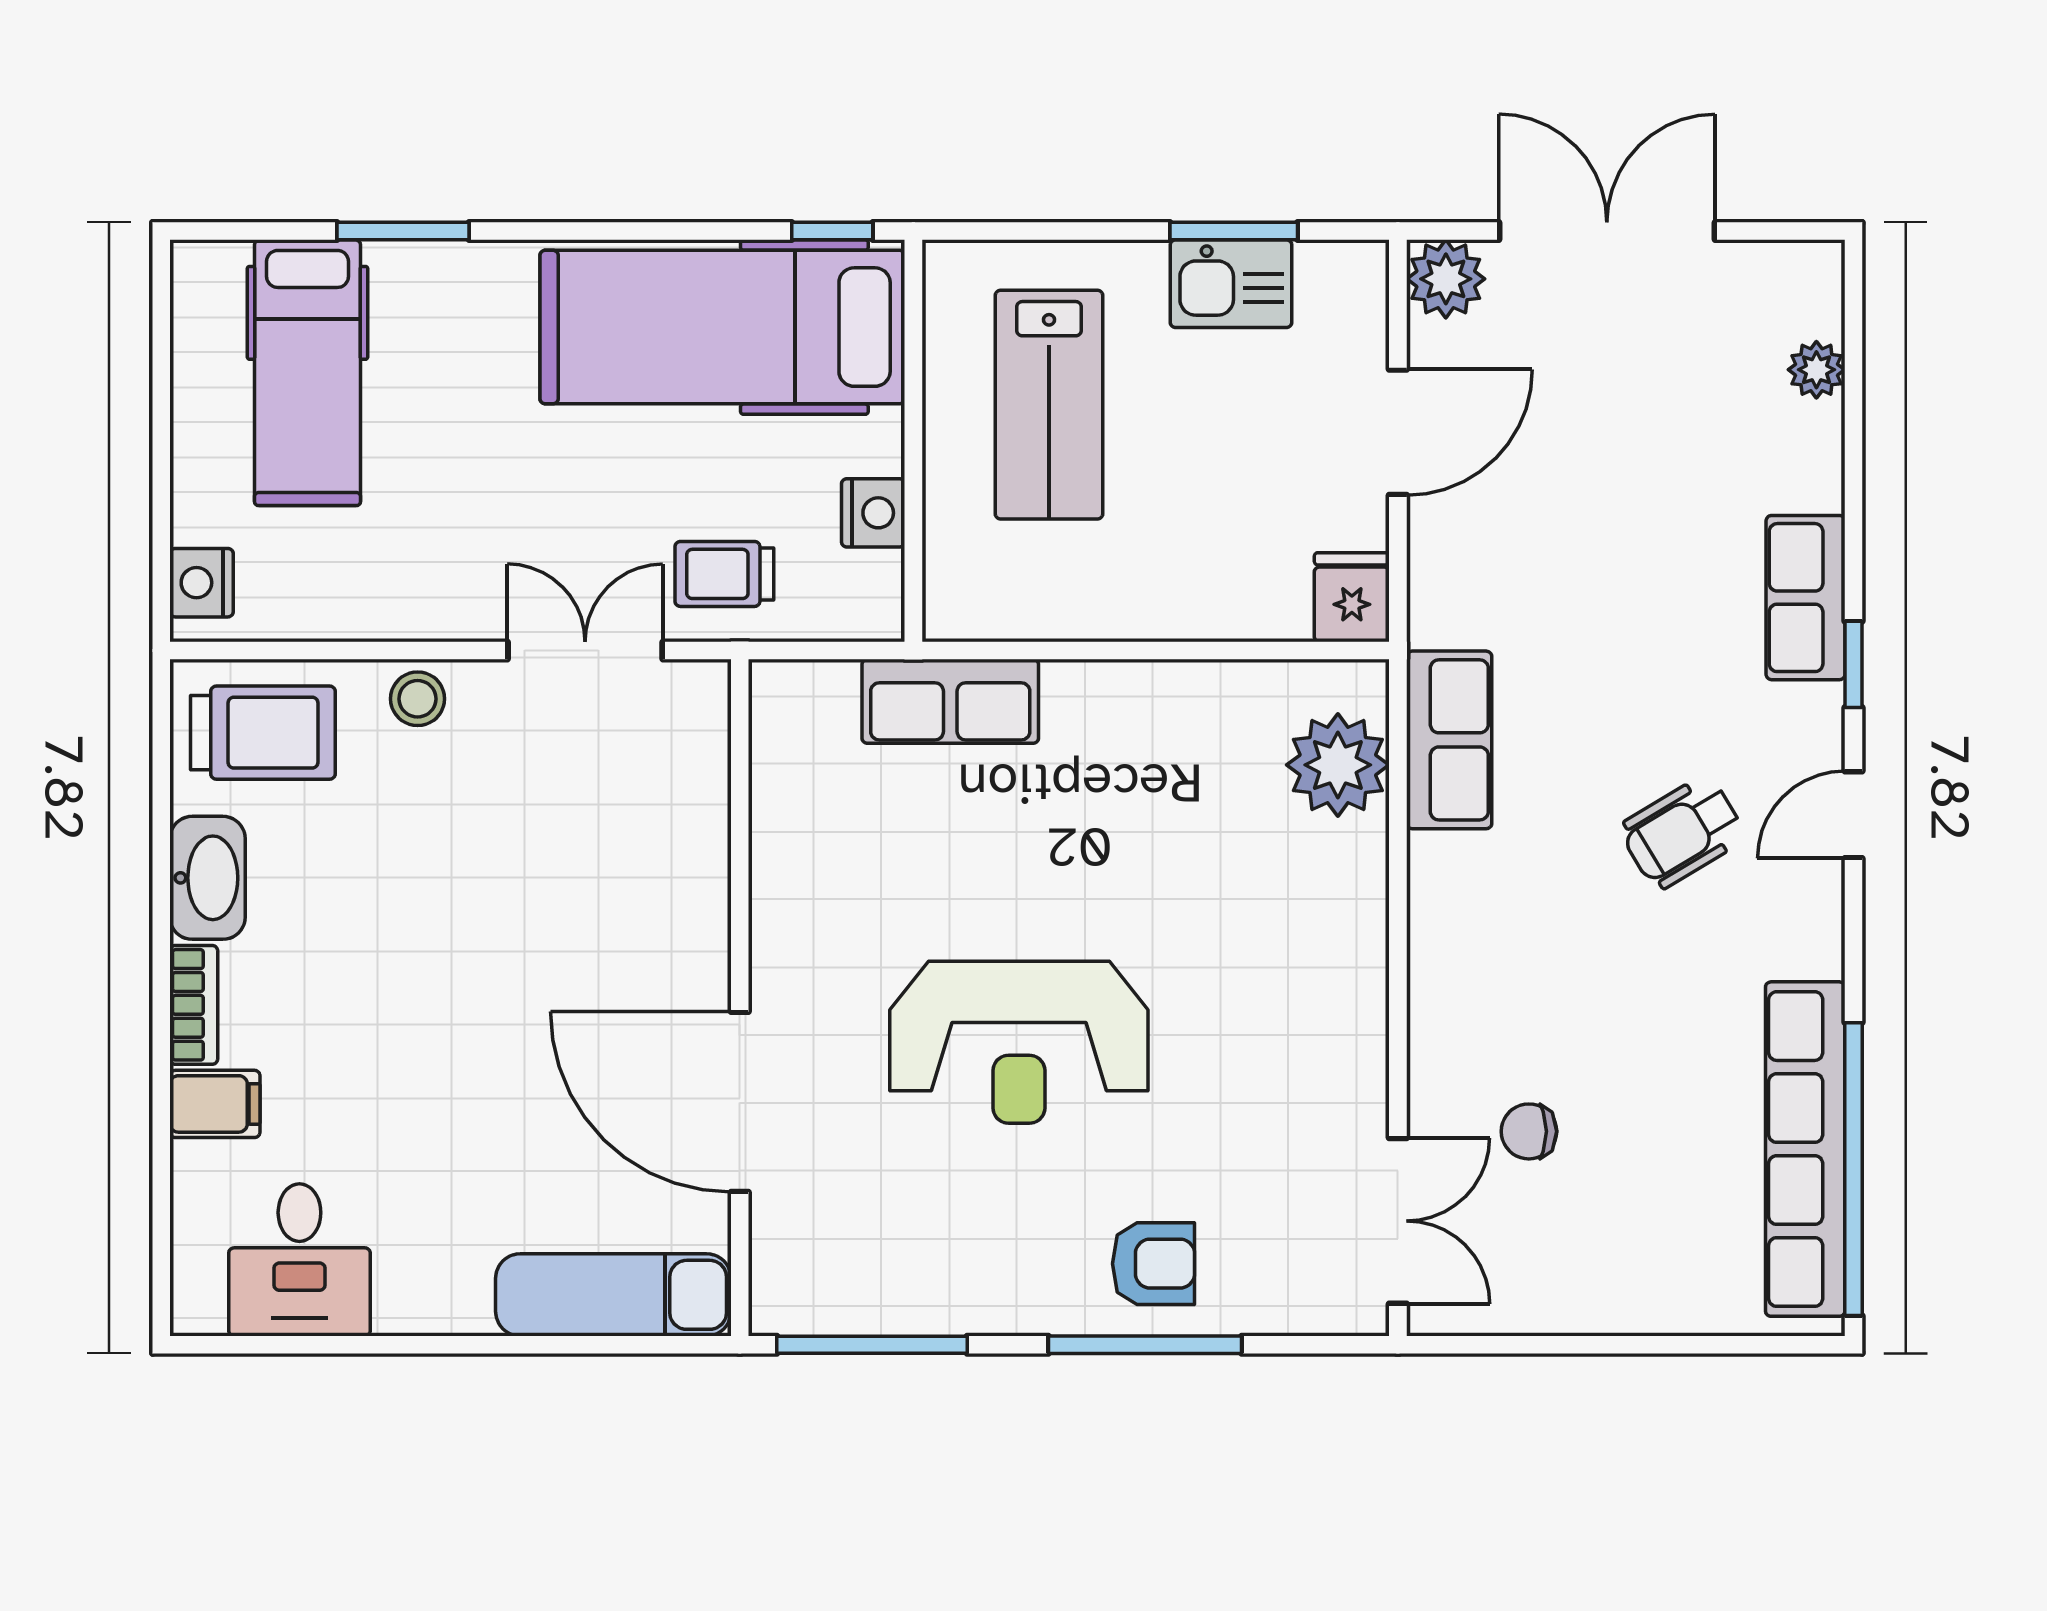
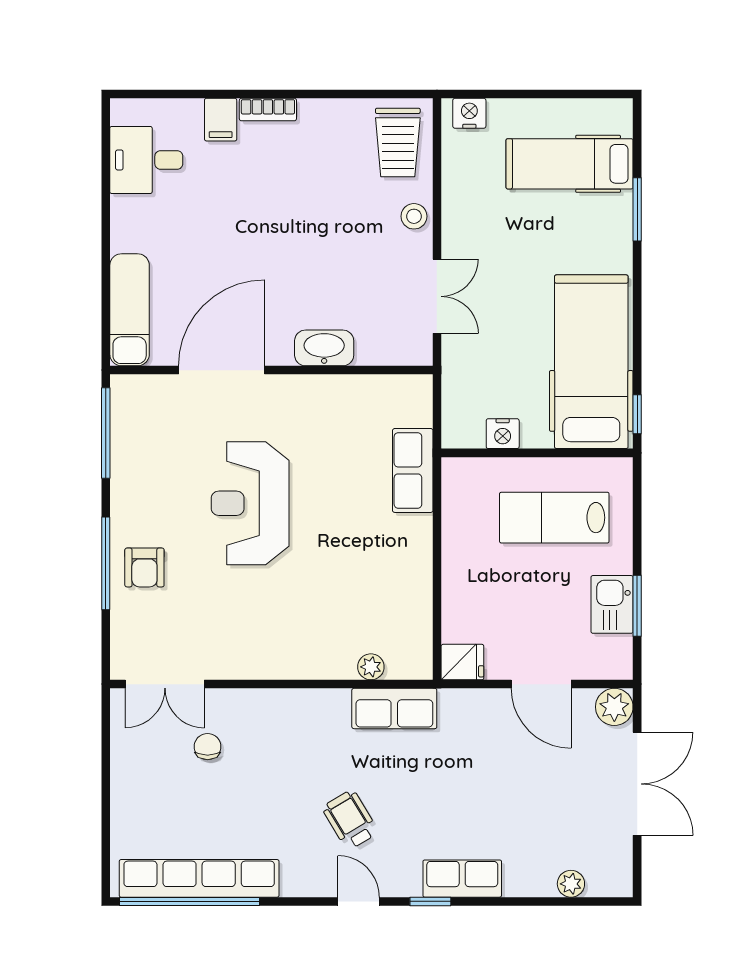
trolley: (724, 574) -> (473, 363), removed
plant: (1338, 765) -> (371, 667), width x0.53, depth x0.53
washbasin: (208, 878) -> (324, 348), moved, turned 180

